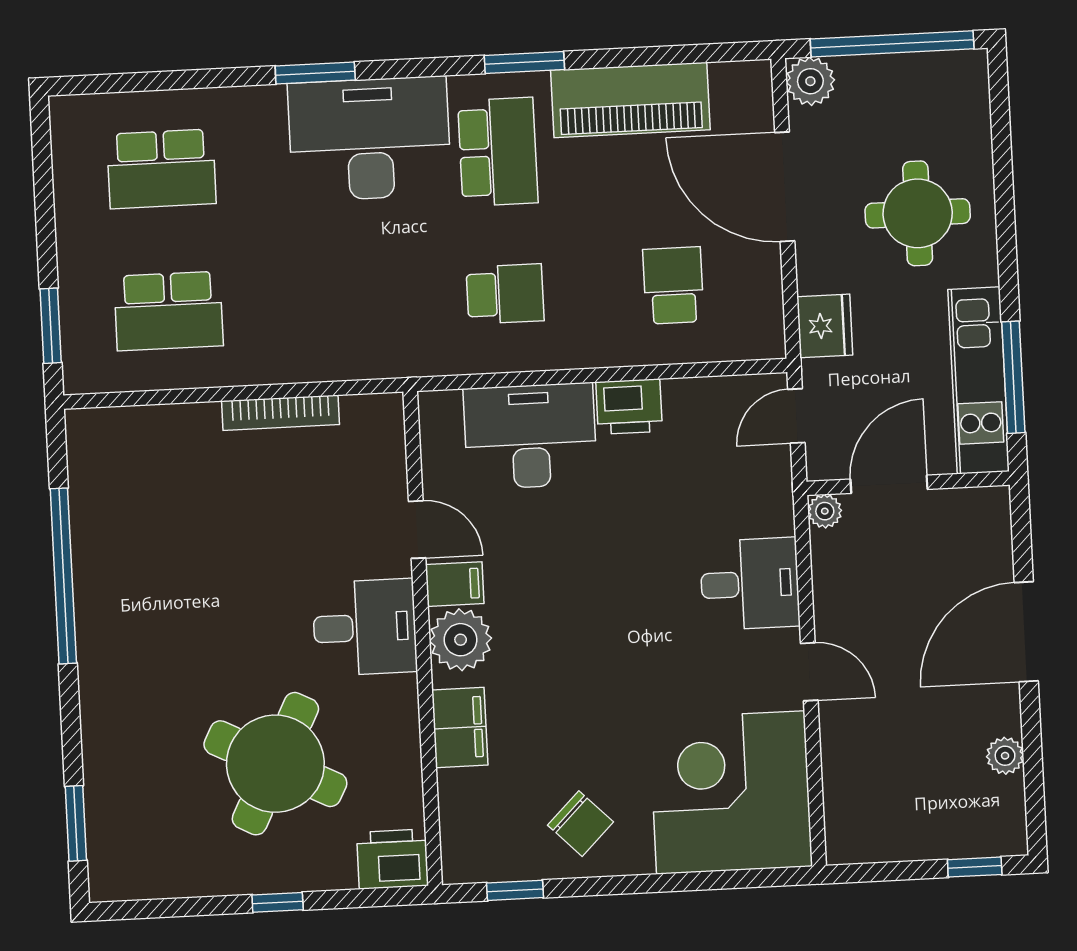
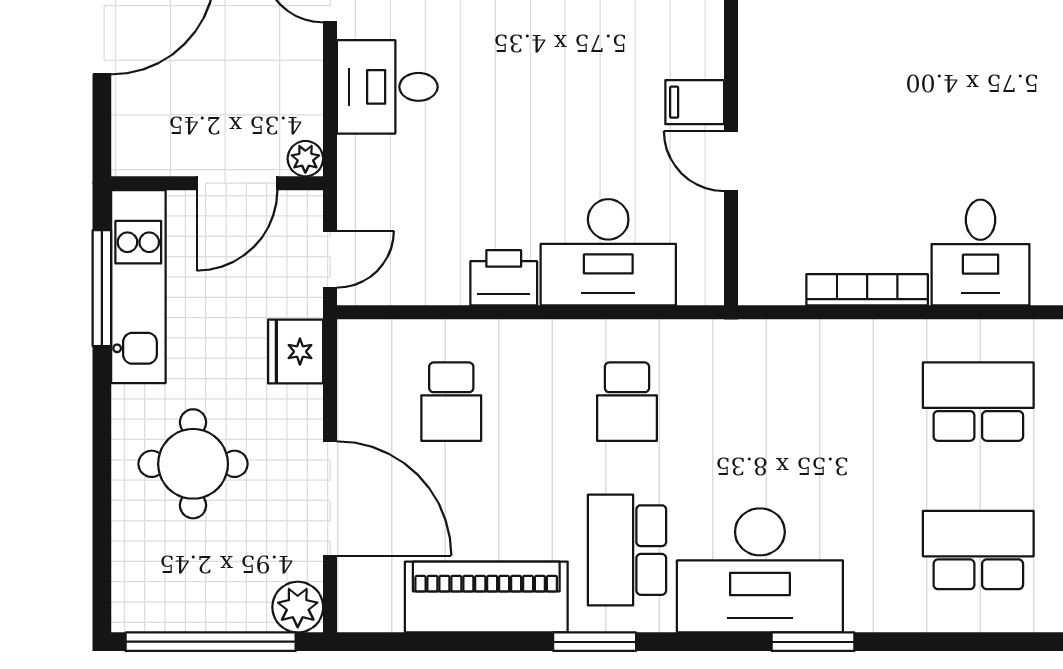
school desk: (505, 294) -> (627, 402), turned -90
desk: (365, 627) -> (981, 253), moved, turned -90
plant: (461, 640) -> (692, 44), removed

